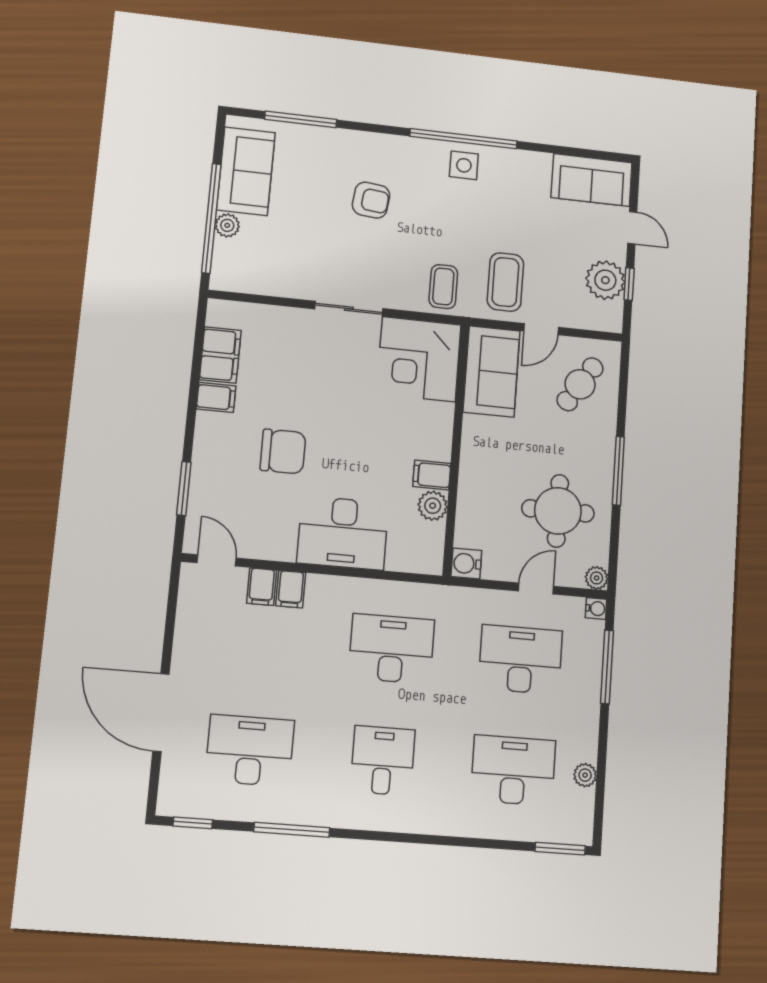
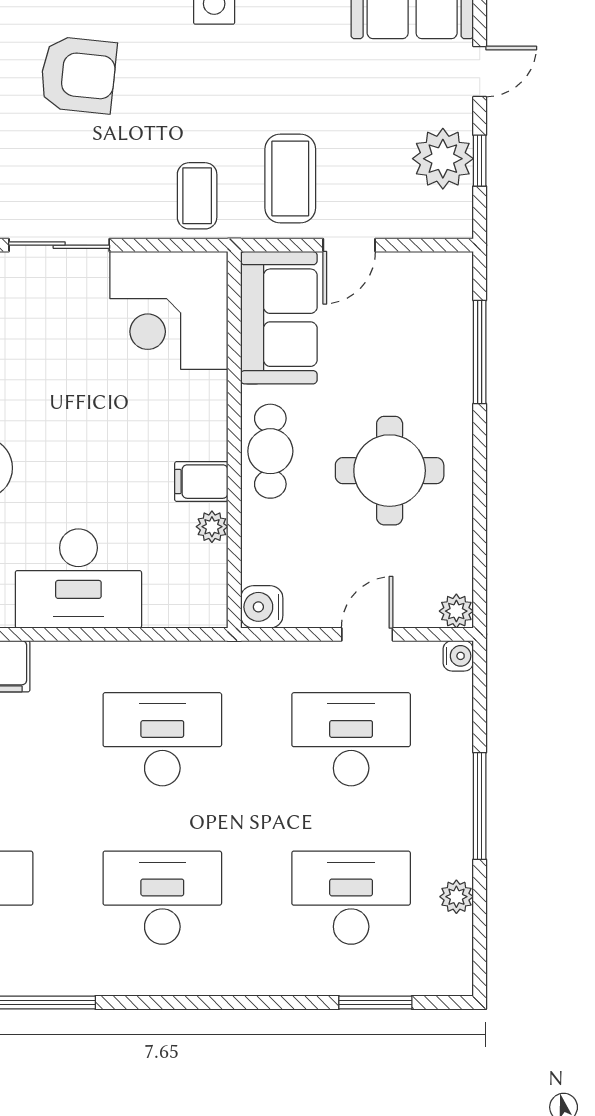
armchair: (371, 200) -> (78, 75), width x1.38, depth x1.38
door: (632, 228) -> (480, 71), hinge flipped
cafe table: (580, 384) -> (270, 451), moved, turned -33
window: (618, 471) -> (480, 352), moved
plant: (433, 506) -> (212, 527), width x0.73, depth x0.73
round table: (558, 511) -> (390, 471), moved
window: (607, 667) -> (480, 806), moved
desk: (383, 760) -> (162, 898), width x1.37
window: (560, 849) -> (375, 1003), moved

